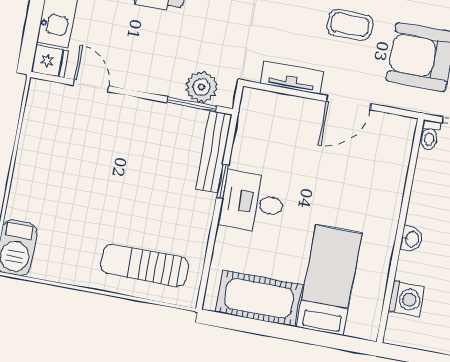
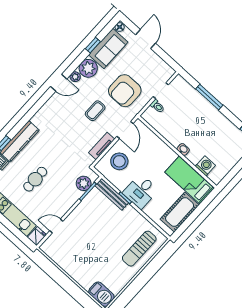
stool: (284, 128) -> (119, 161), added
wall: (400, 231) -> (177, 152), moved
washbasin: (411, 239) -> (183, 149), moved
washing machine: (406, 299) -> (205, 166), moved

